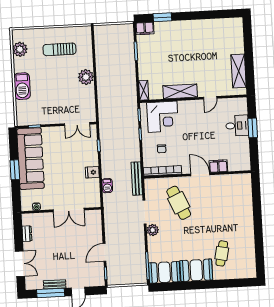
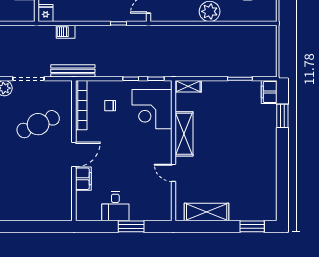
window: (248, 36) -> (252, 226), added
desk: (237, 126) -> (115, 206), moved
fridge: (92, 172) -> (46, 13), moved

